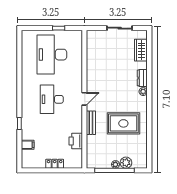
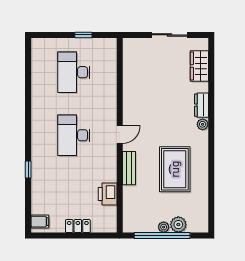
desk: (52, 55) -> (74, 72), width x0.73, depth x0.77
rug: (123, 123) -> (175, 169), turned 90
filing cabinet: (28, 145) -> (40, 222), moved

